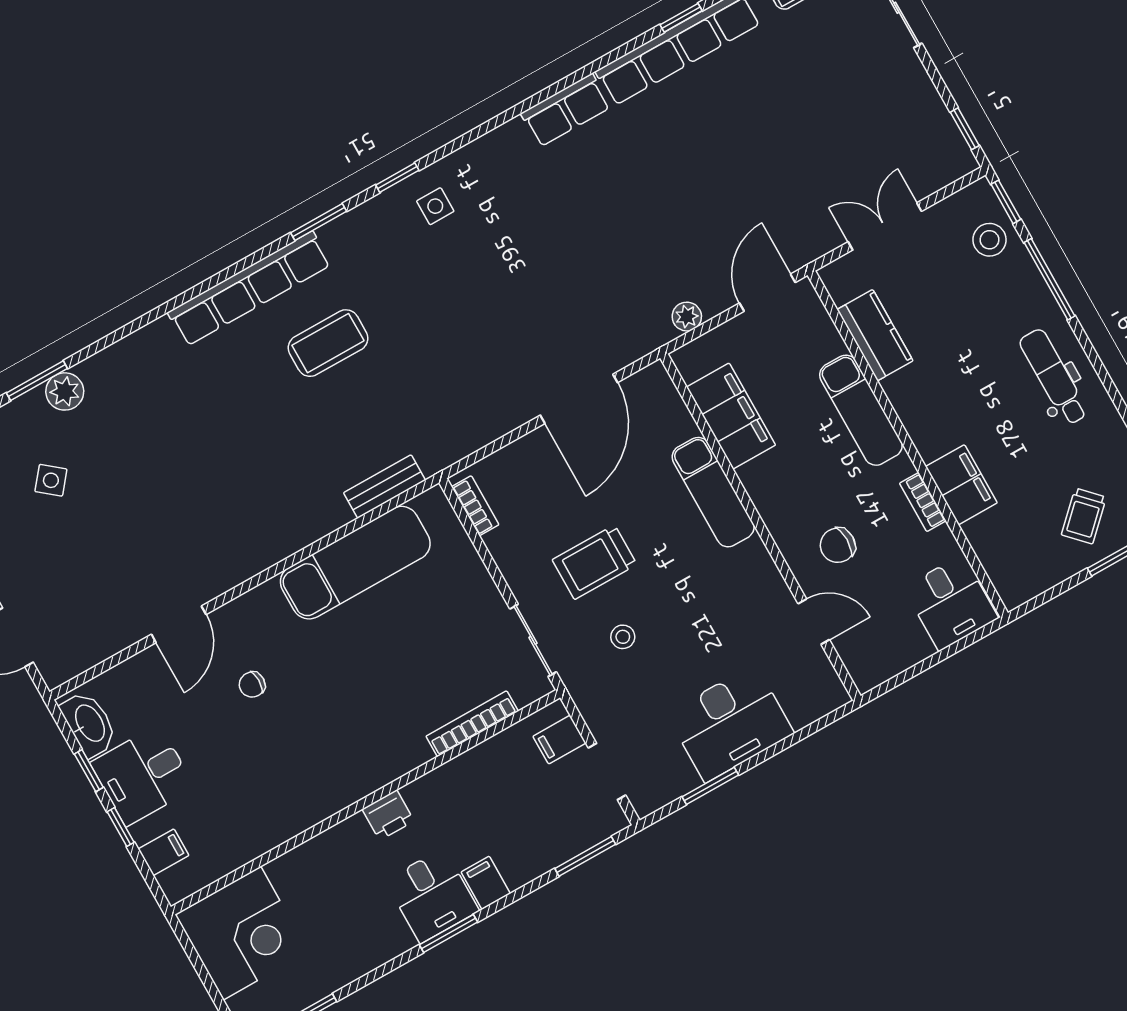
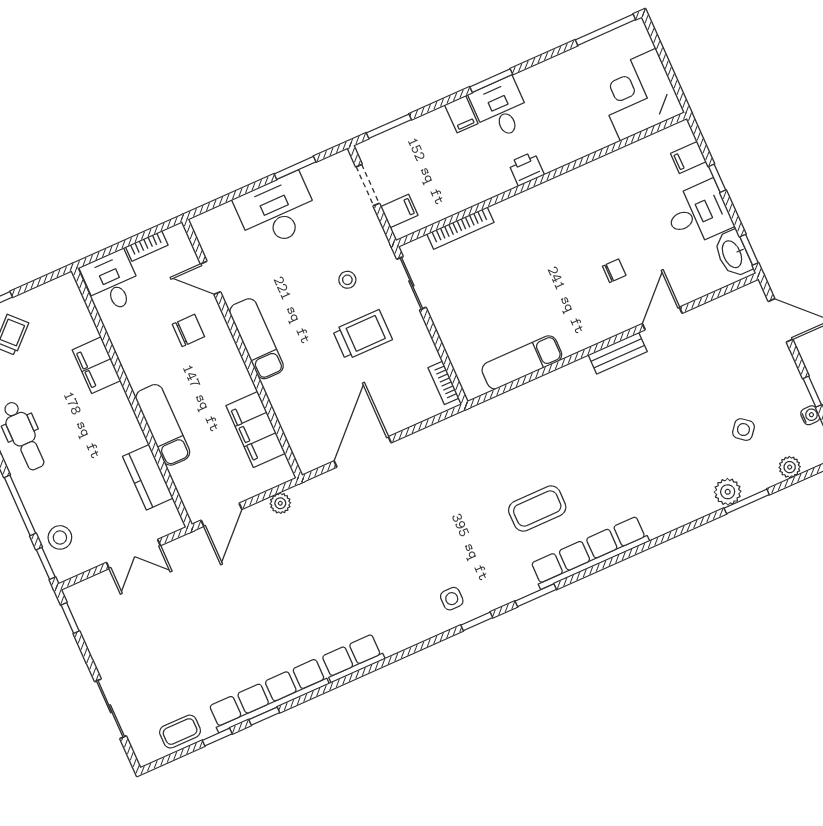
bench: (385, 486) -> (618, 353), moved
exam couch: (713, 492) -> (257, 339), moved
bookcase: (923, 502) -> (147, 246), moved, turned 90
exam couch: (355, 563) -> (522, 362), width x0.73, depth x0.69
window: (89, 771) -> (749, 250), moved

